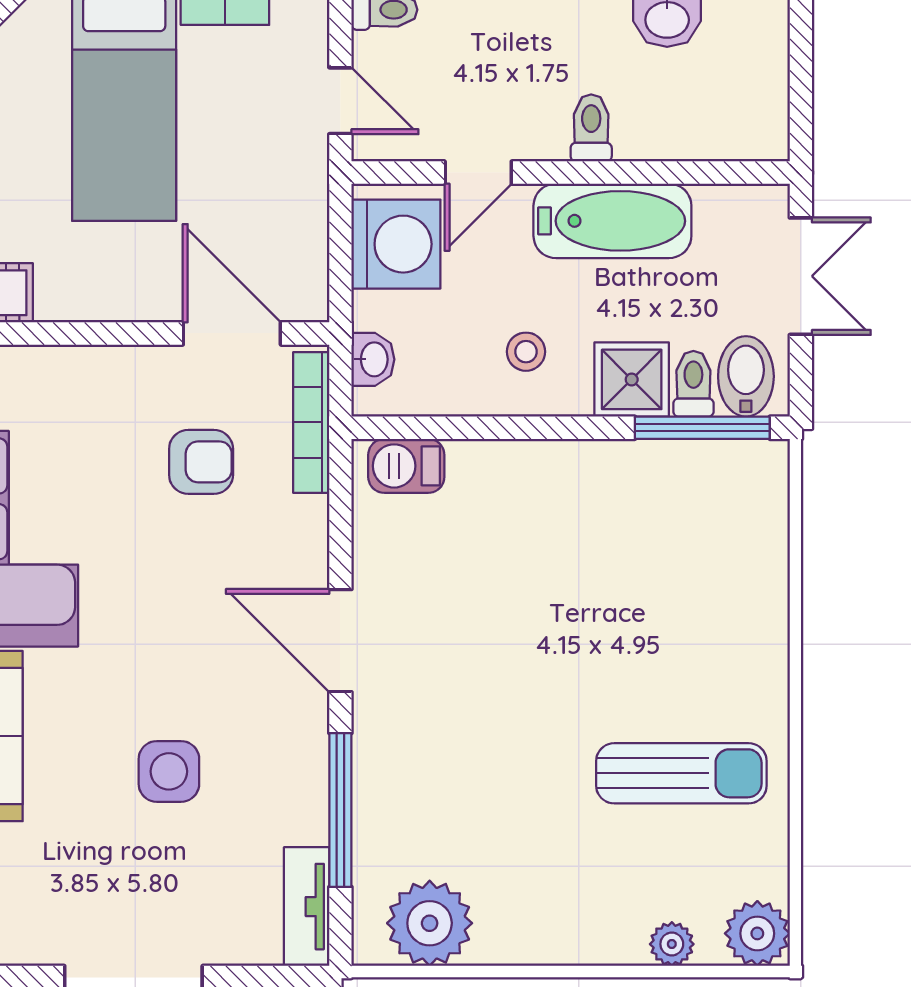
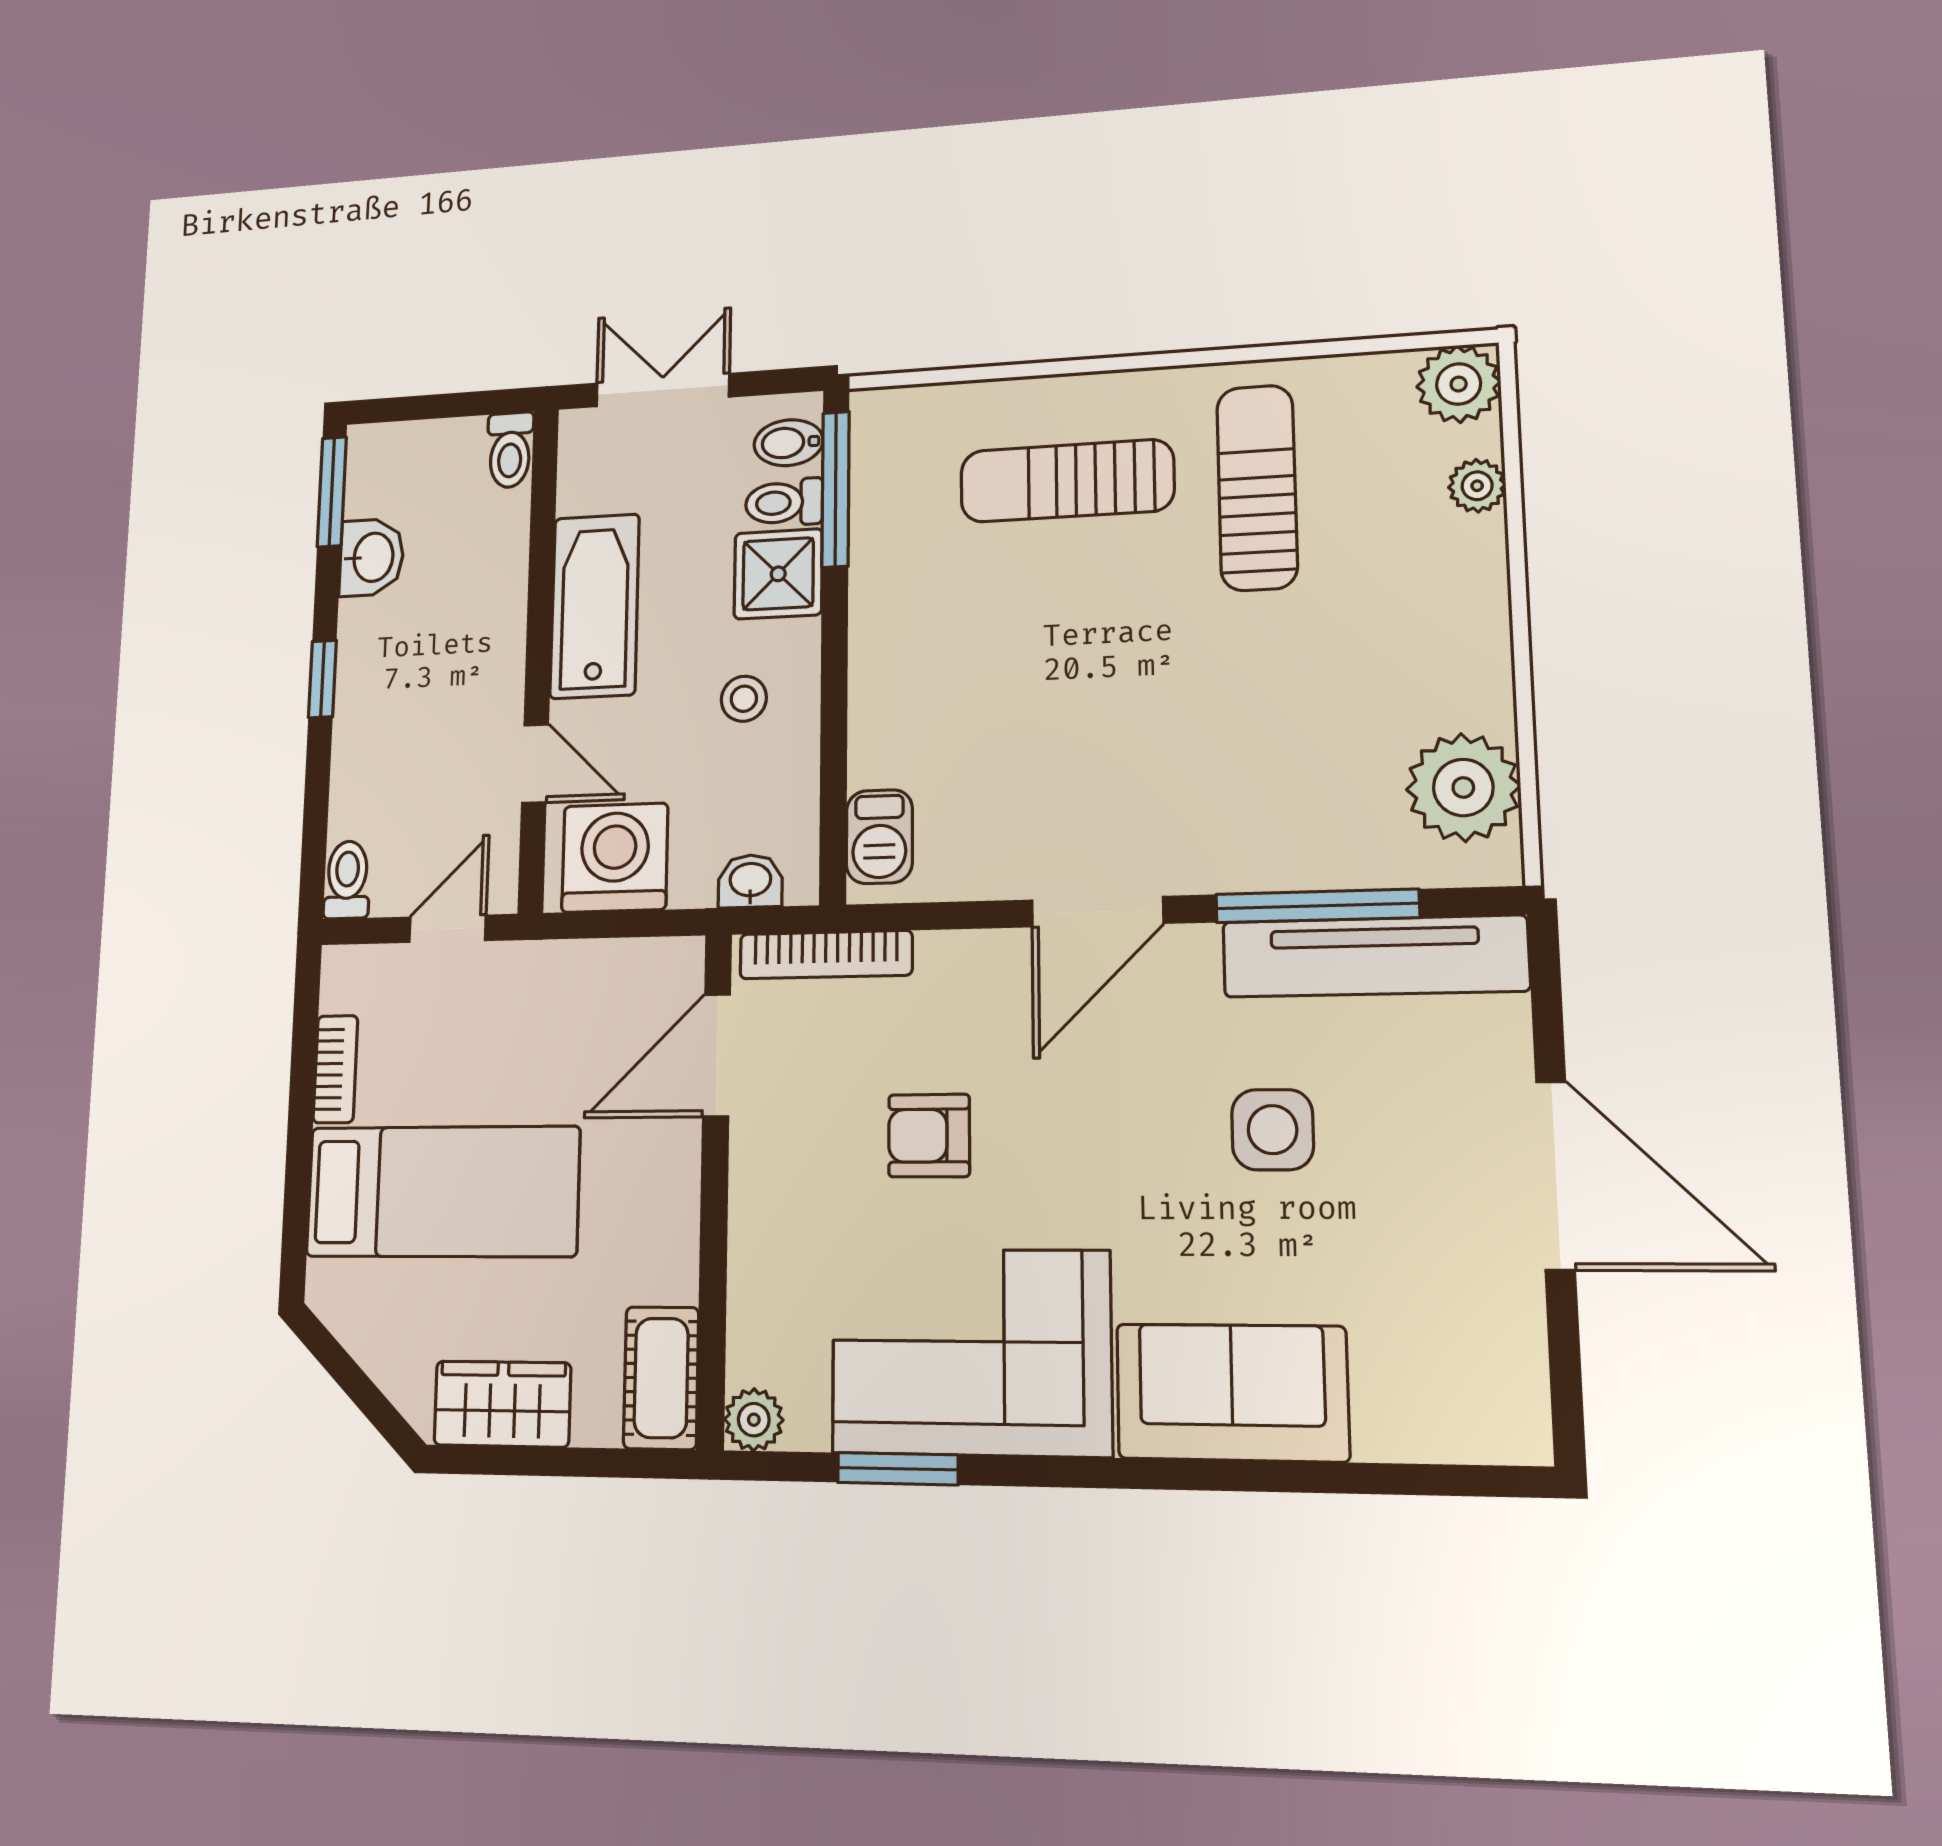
toilet: (591, 128) -> (510, 450), moved, turned -90
bidet: (746, 376) -> (789, 443), width x0.72, depth x0.74
armchair: (201, 462) -> (929, 1136), moved, turned -90
sun lounger: (697, 621) -> (1067, 481), added
tv unit: (307, 907) -> (1375, 956), width x1.92, depth x1.29

